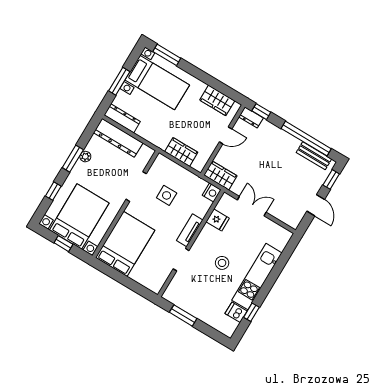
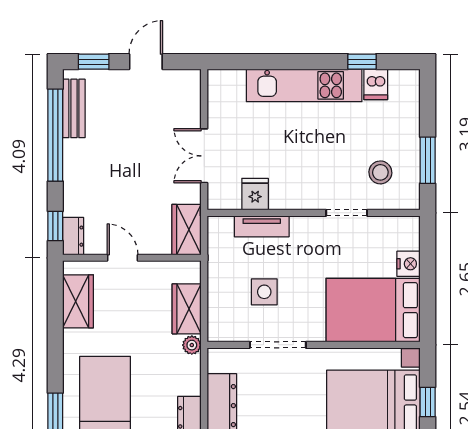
plant: (162, 144) -> (192, 345), added
nightstand: (212, 193) -> (409, 264), moved, turned 90
tv unit: (190, 230) -> (262, 226), moved
stool: (222, 263) -> (380, 172), moved

